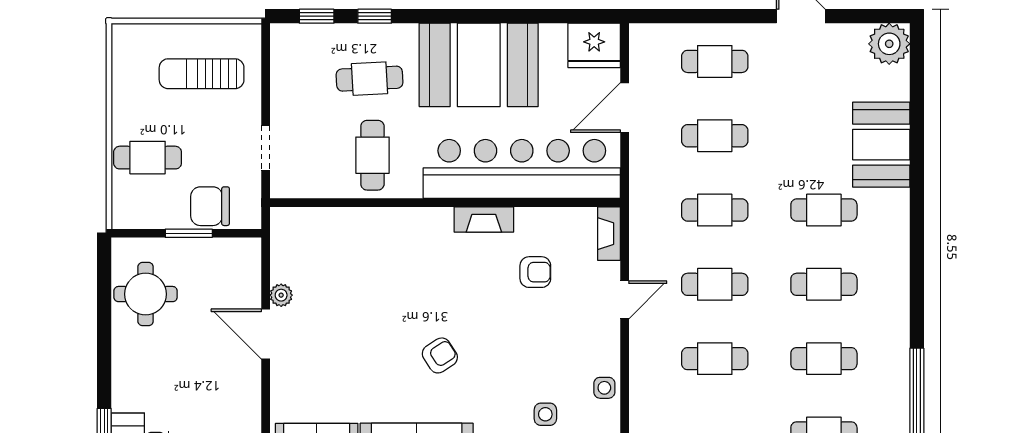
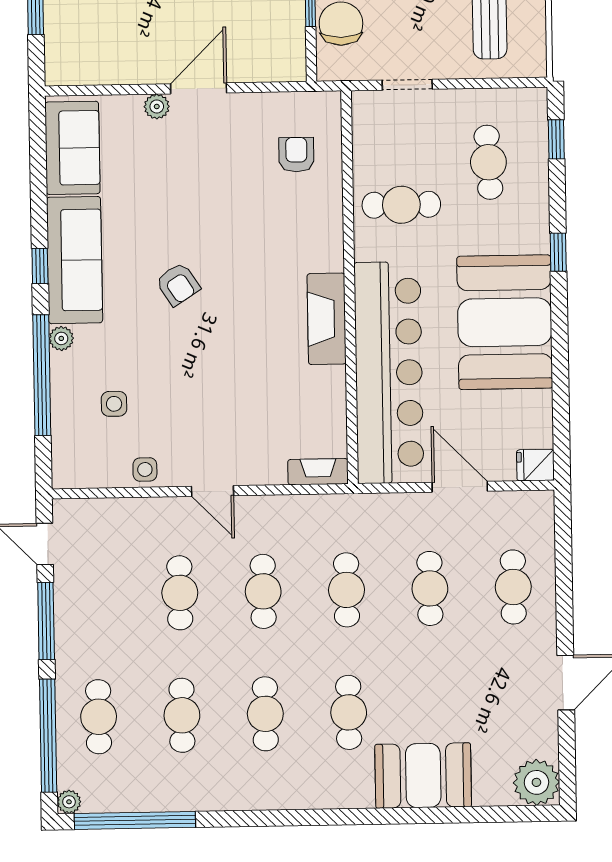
window: (375, 16) -> (558, 252), moved
fridge: (594, 45) -> (535, 465), width x0.53, depth x0.75
cafe table: (370, 79) -> (488, 162), moved
fireplace: (484, 220) -> (327, 319), width x1.37, depth x1.32
armchair: (535, 272) -> (296, 155), moved, turned 180
plant: (281, 295) -> (157, 106), moved
door: (625, 300) -> (212, 491), moved

